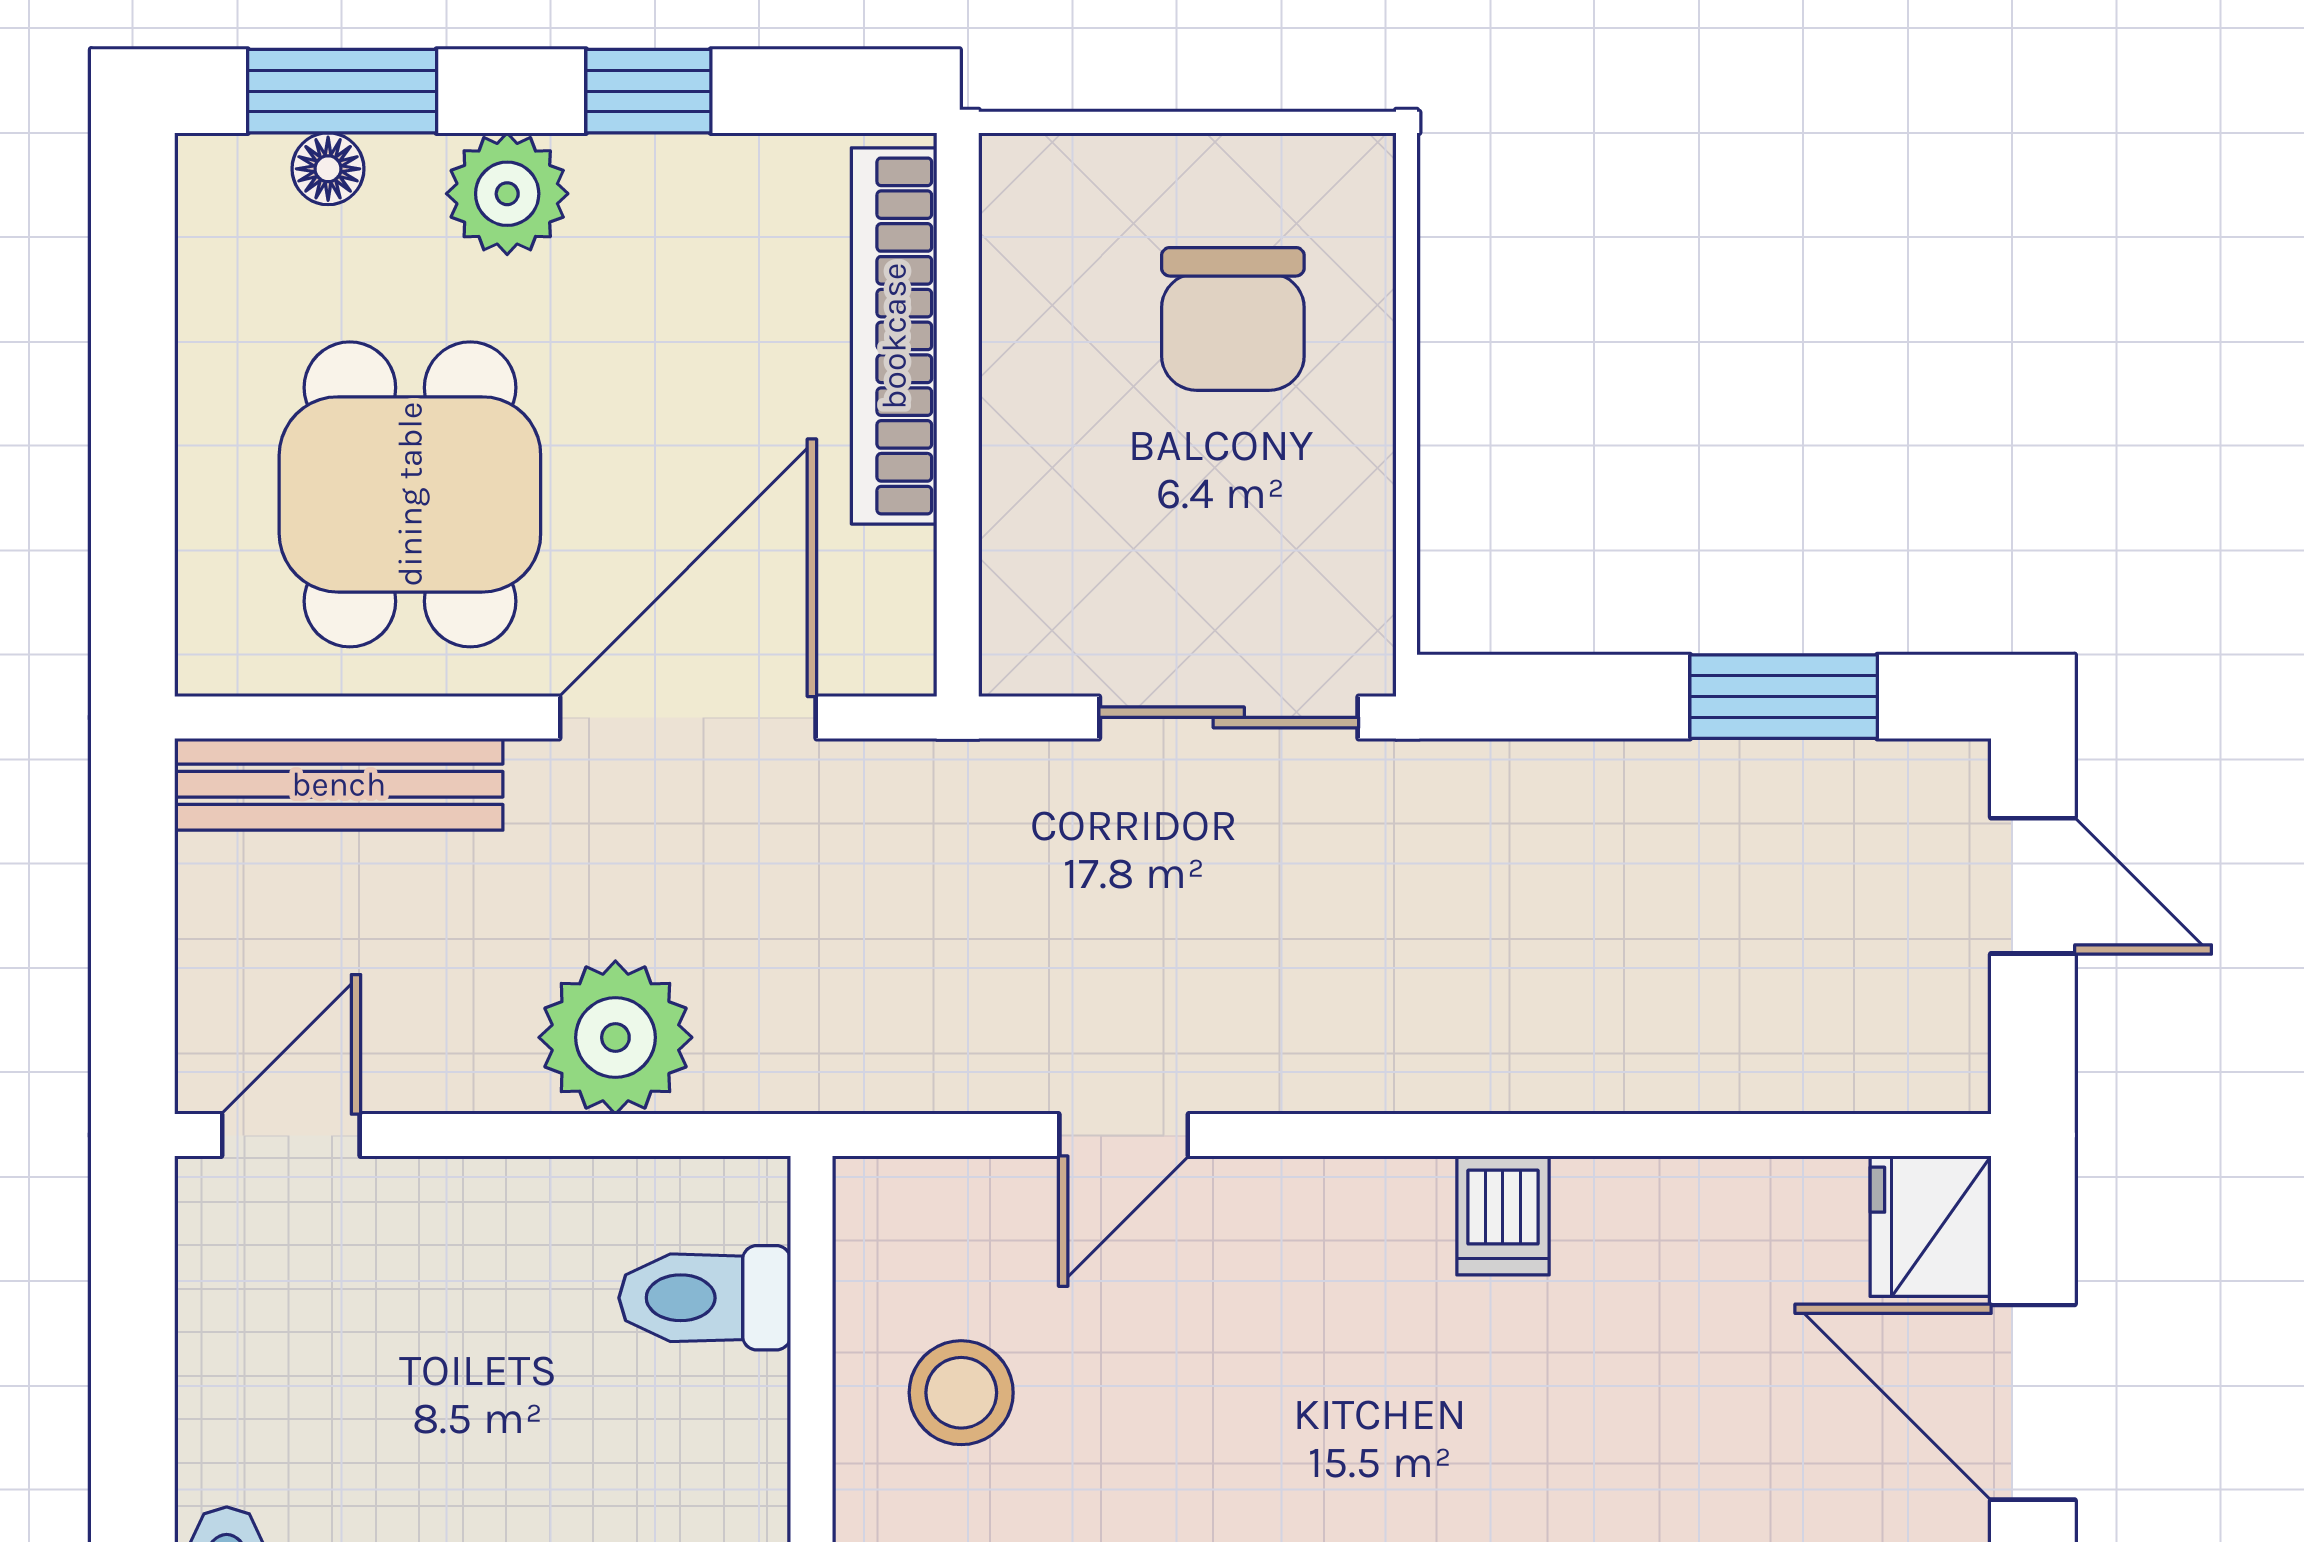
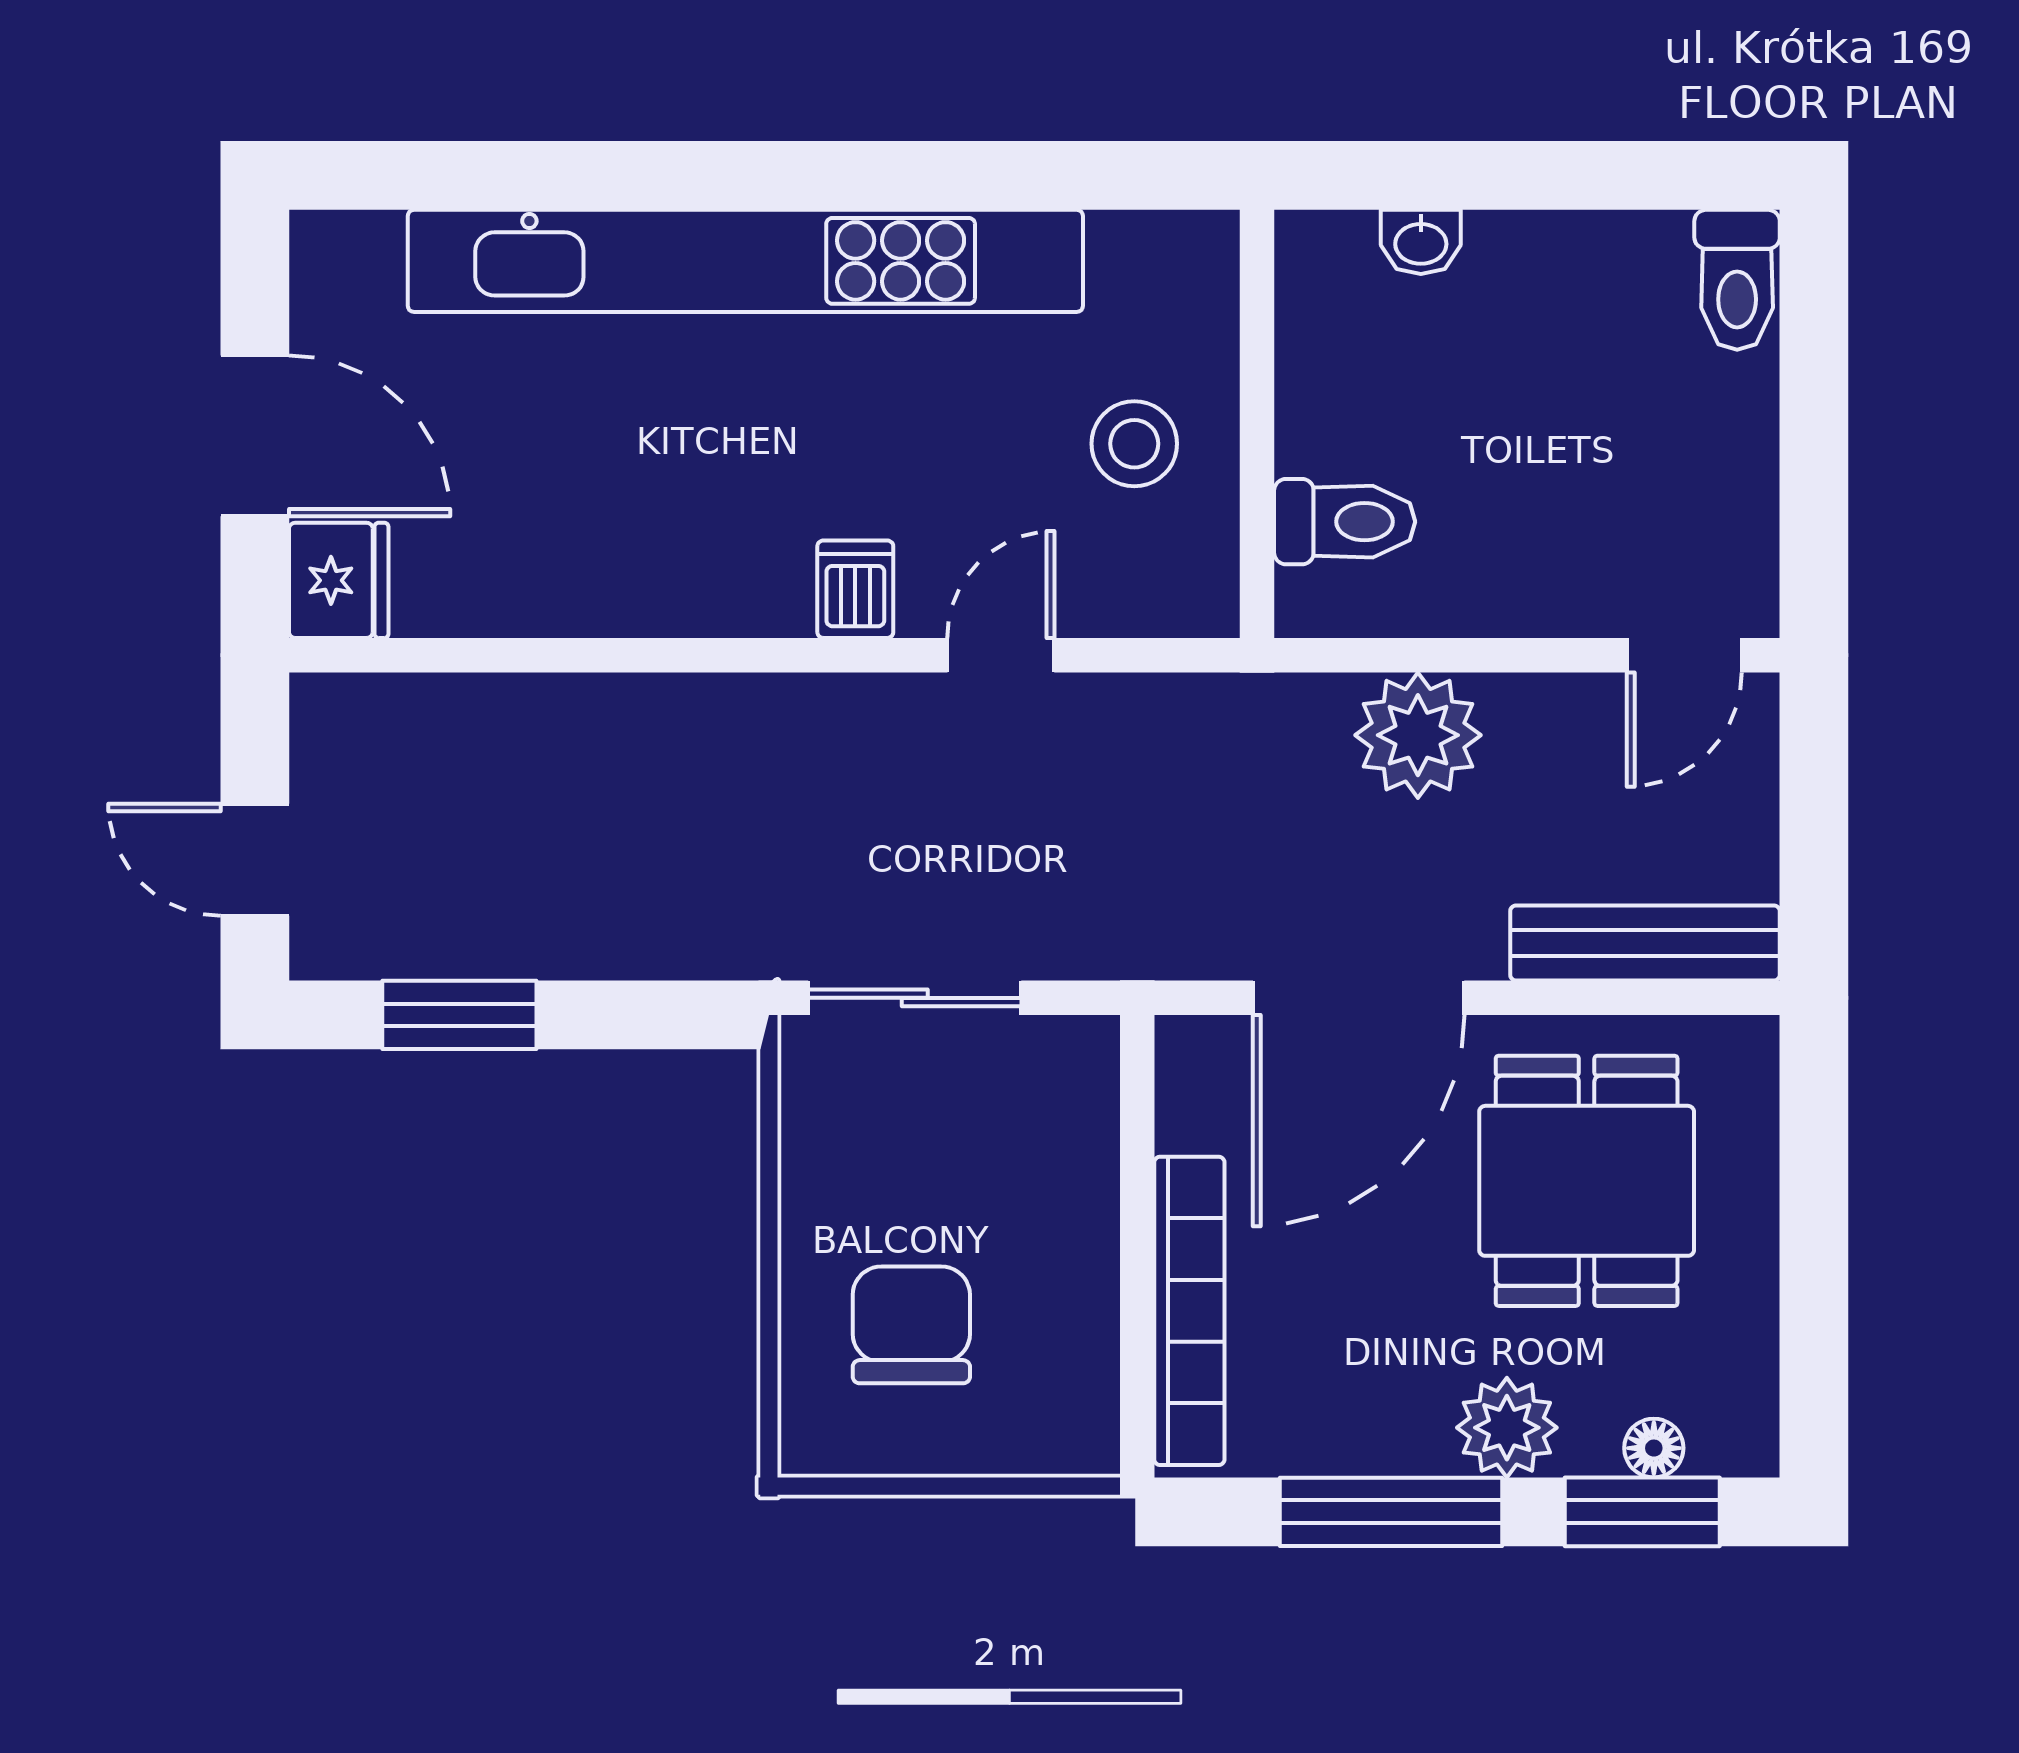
window: (648, 91) -> (1391, 1512), width x2.17
dishwasher: (1503, 1215) -> (855, 589), moved

